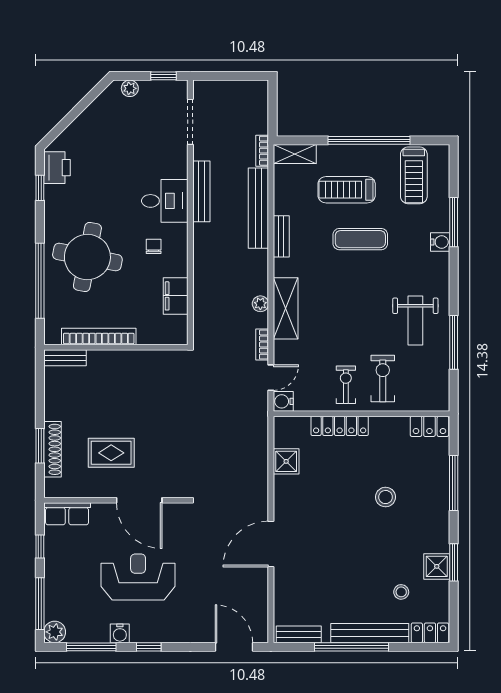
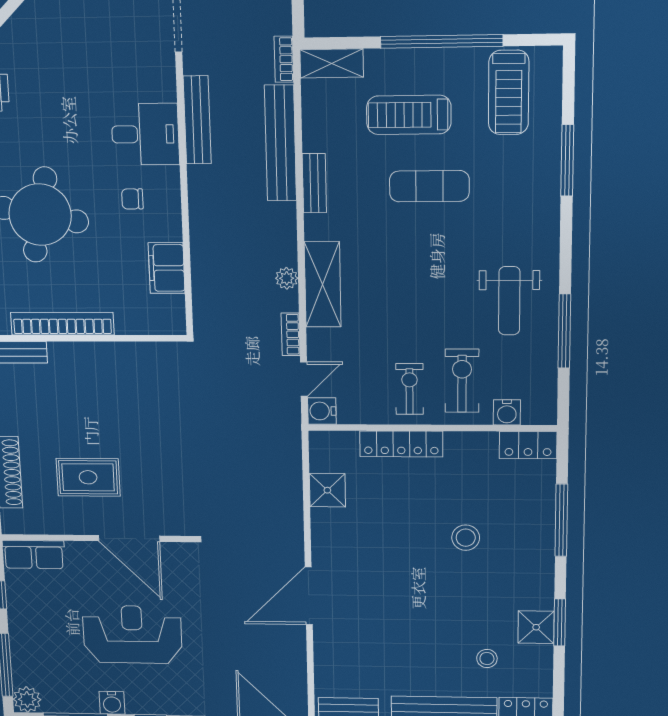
water cooler: (440, 242) -> (507, 412), moved, turned 90
chair: (154, 246) -> (132, 199), turned -90

